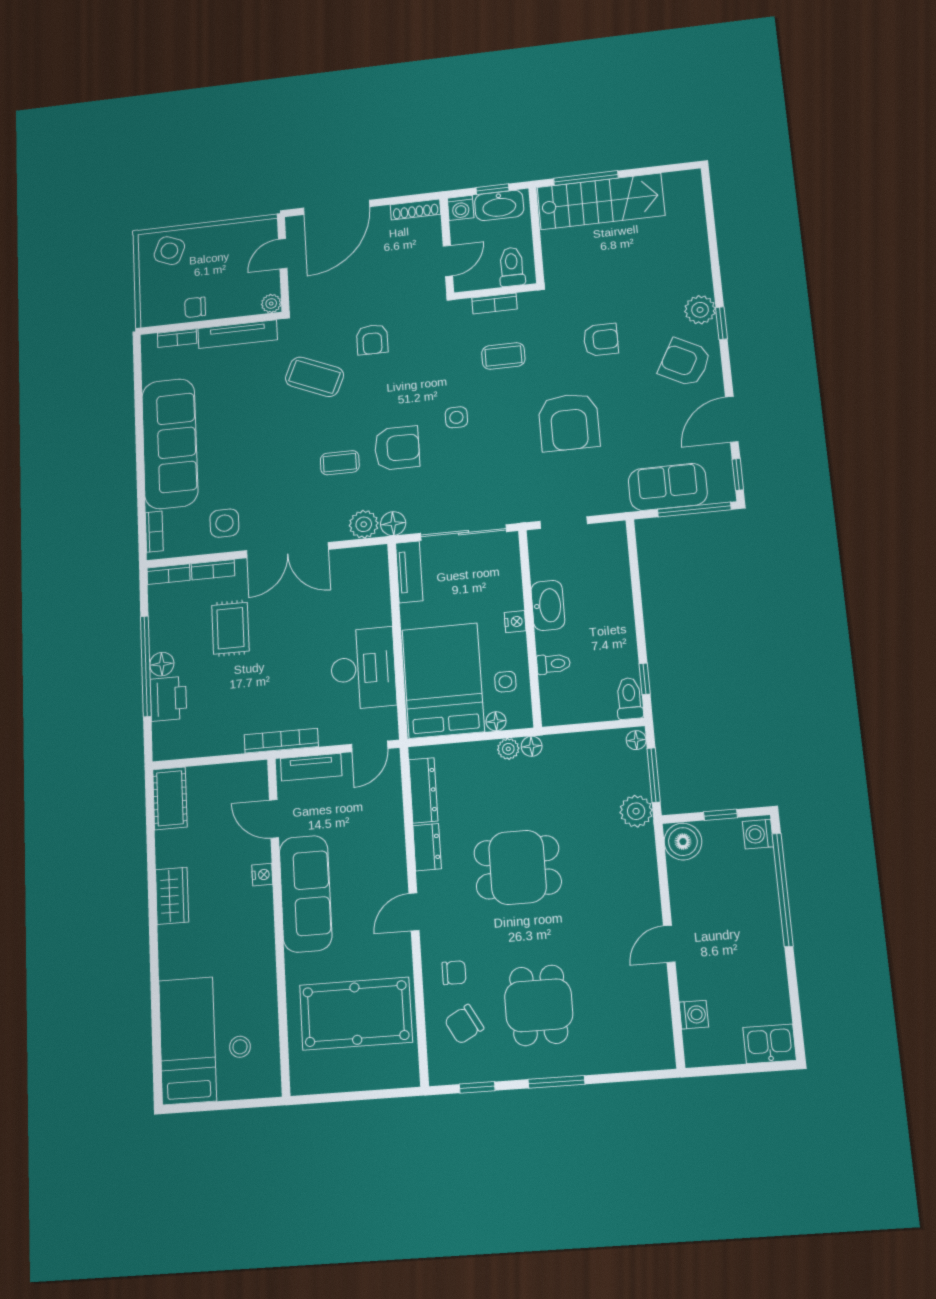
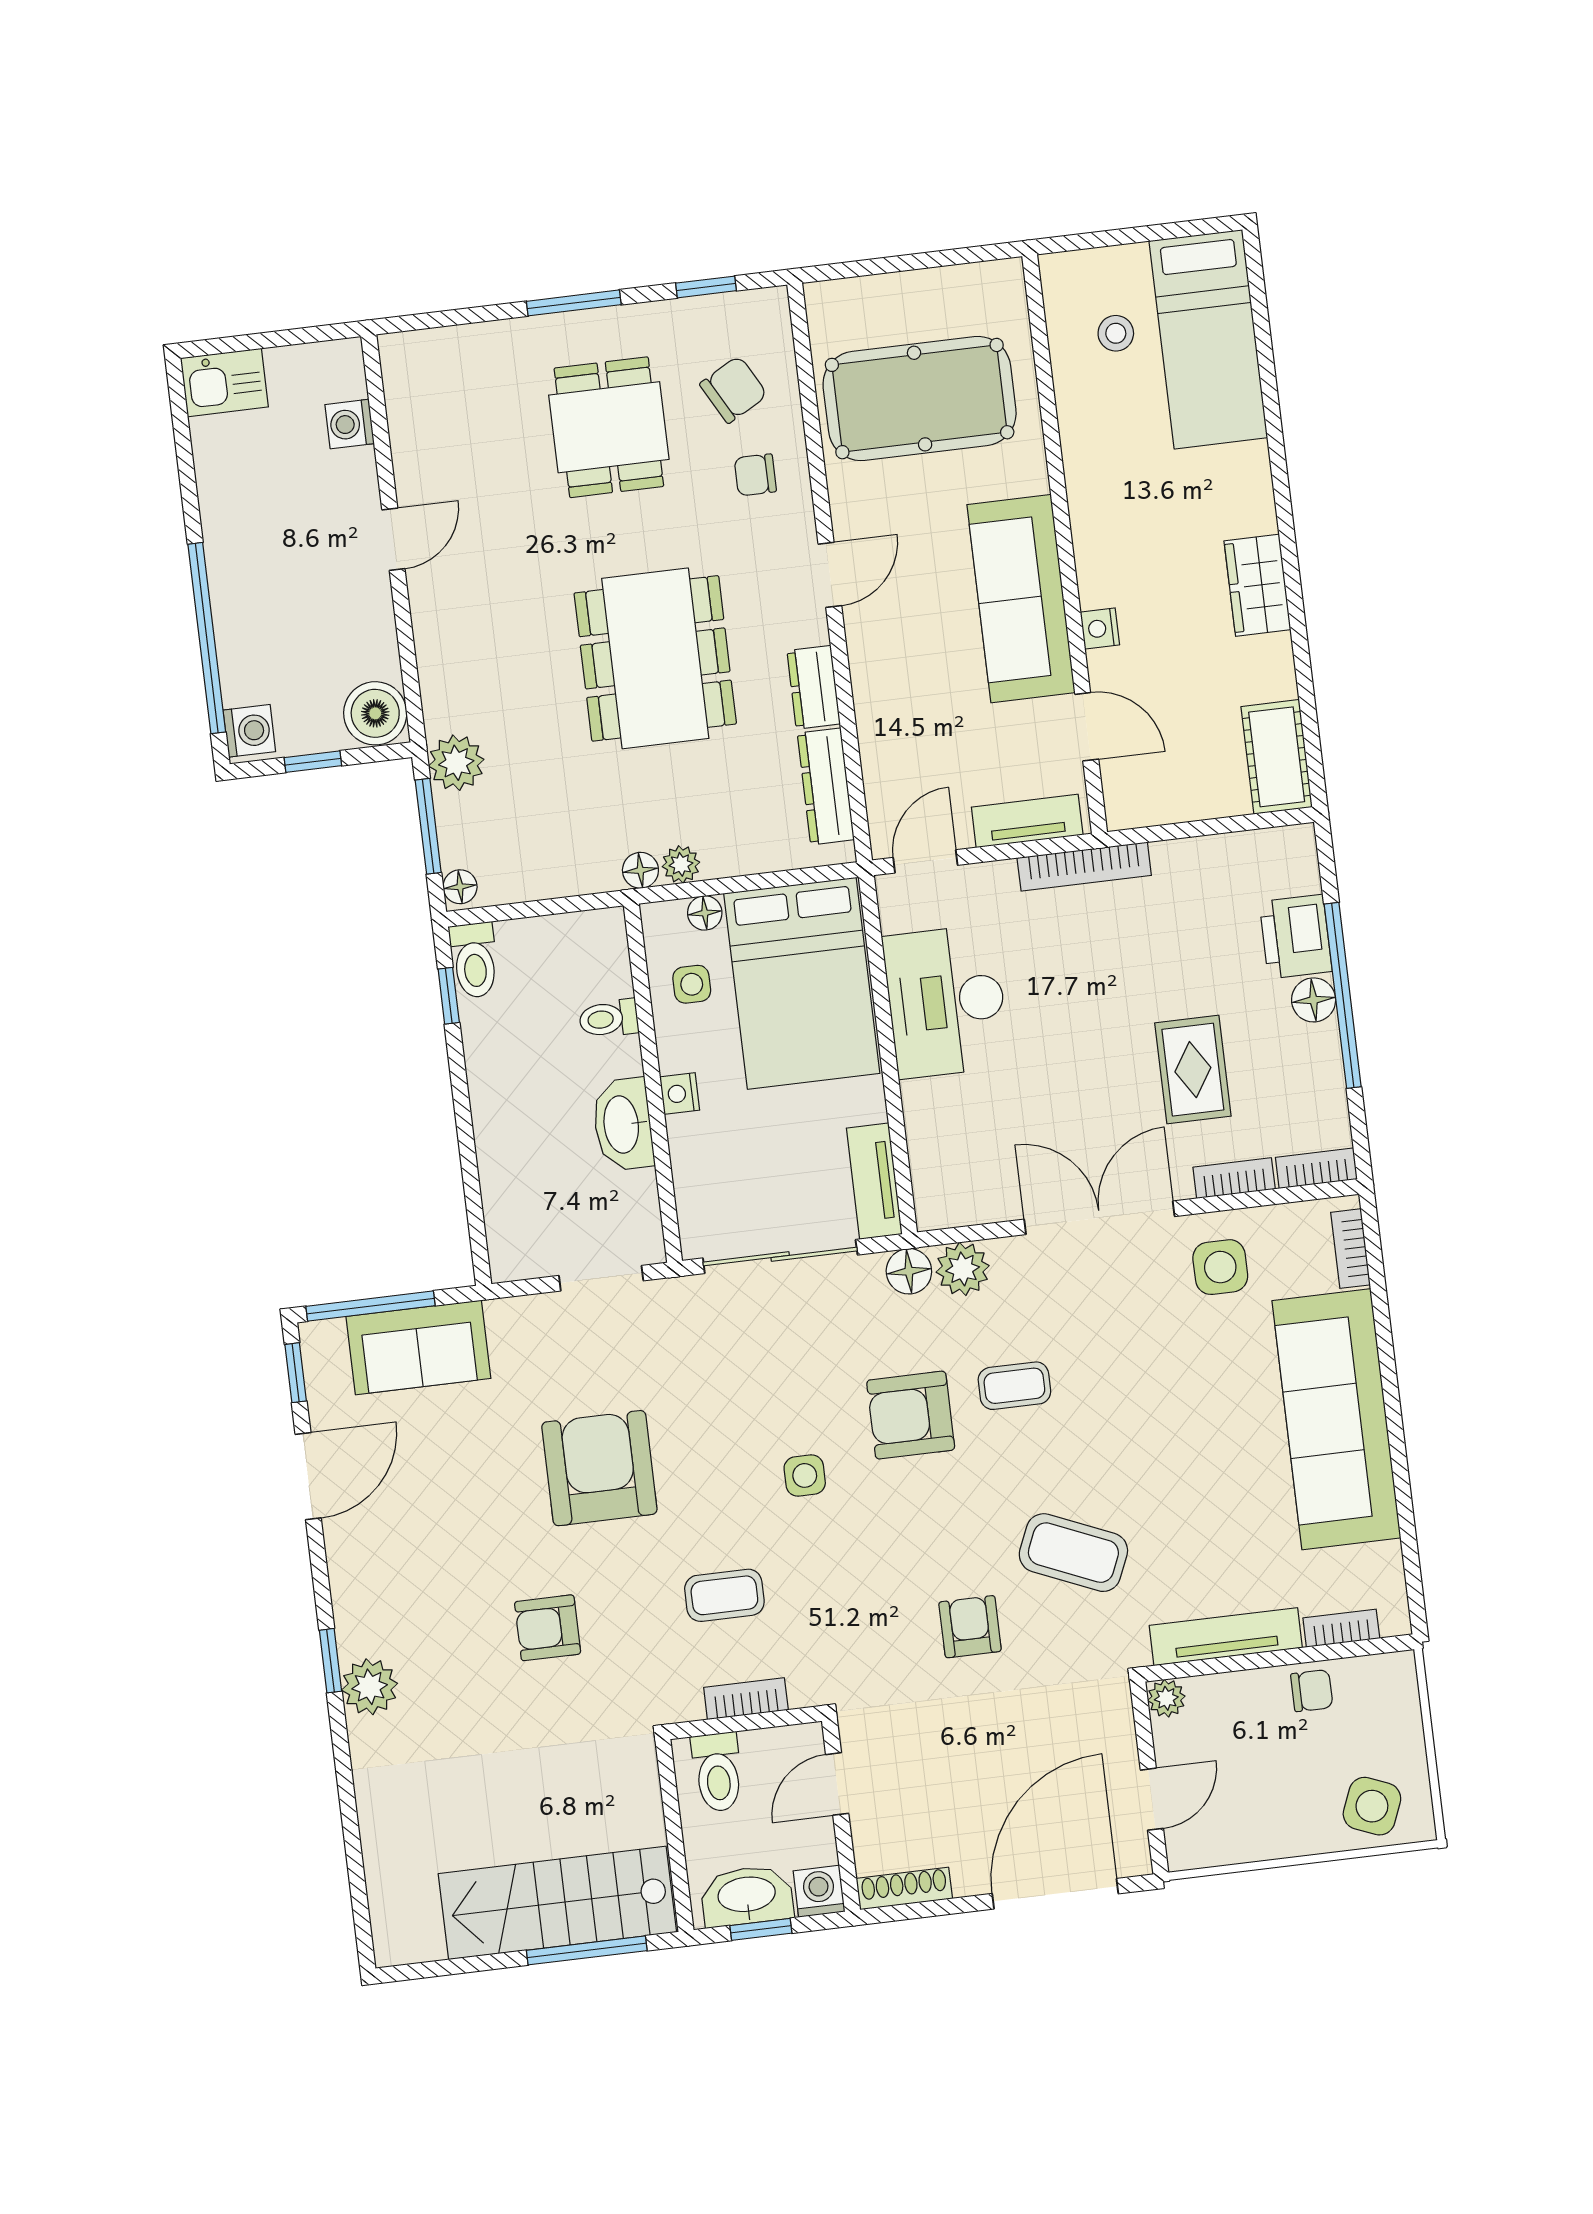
armchair: (685, 362) -> (395, 1585), removed
dining table: (518, 867) -> (655, 658), width x1.38

